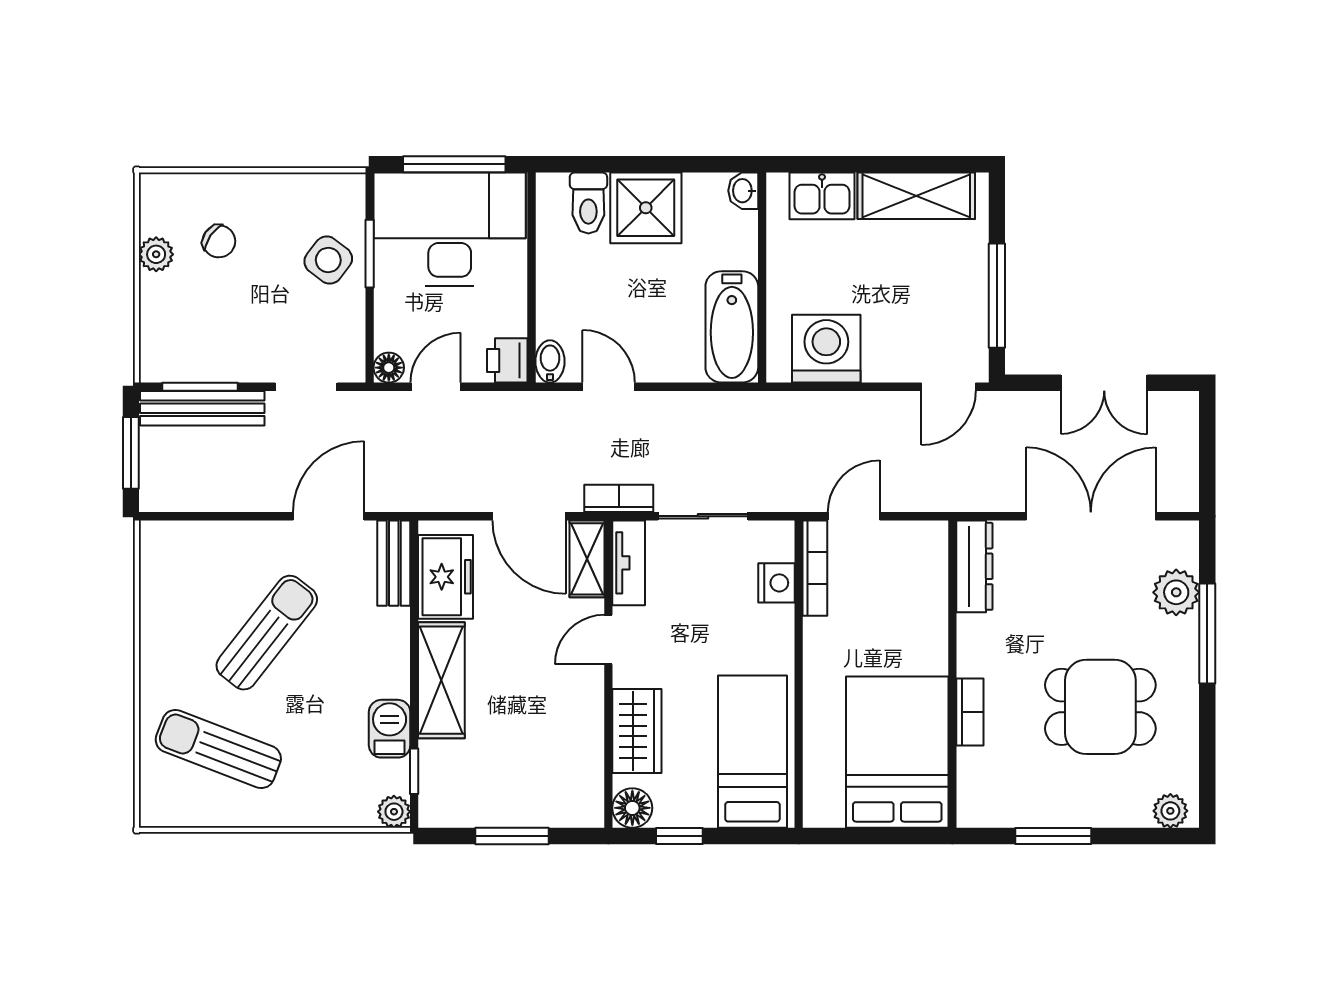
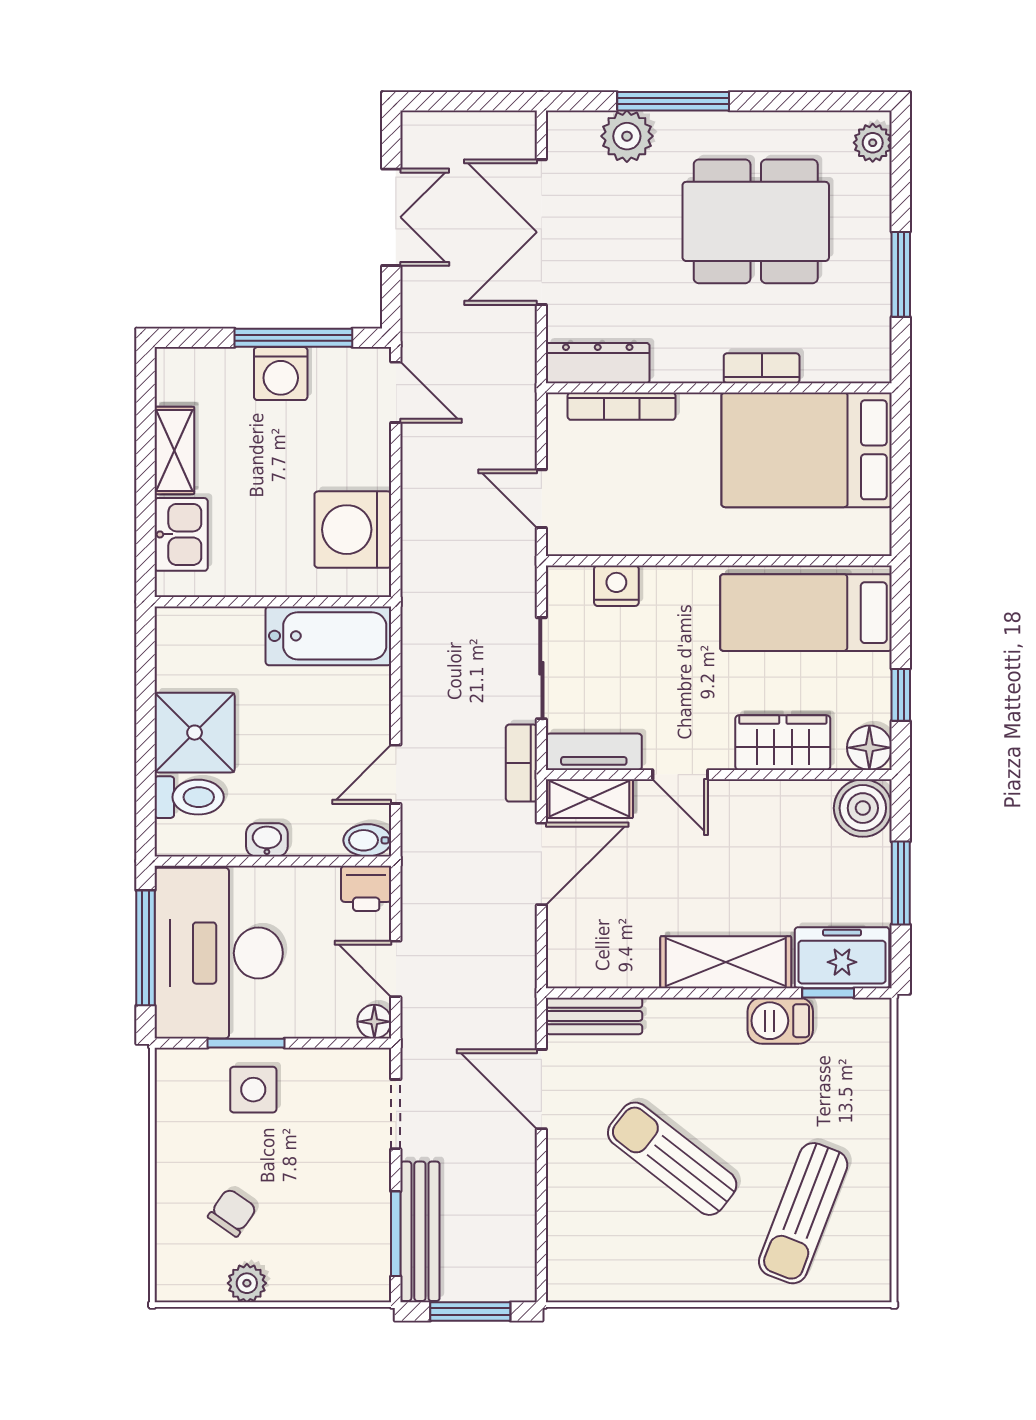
washbasin: (743, 191) -> (267, 840), moved, turned 180
shelving: (916, 196) -> (174, 450), width x0.67, depth x0.75
side table: (328, 260) -> (253, 1090), turned -37
washing machine: (965, 284) -> (281, 374), added
bookcase: (815, 568) -> (622, 406), moved, turned 180
freezer: (446, 577) -> (842, 958), moved
dining table: (1100, 707) -> (756, 221), width x1.38
boiler: (579, 802) -> (863, 808), added
plant: (394, 812) -> (874, 1016), removed

